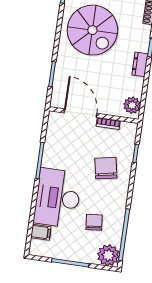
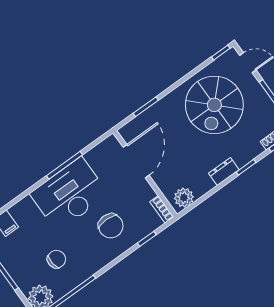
bookcase: (108, 123) -> (162, 209), moved
chair: (106, 168) -> (111, 226), turned 101
desk: (58, 198) -> (69, 194), moved

